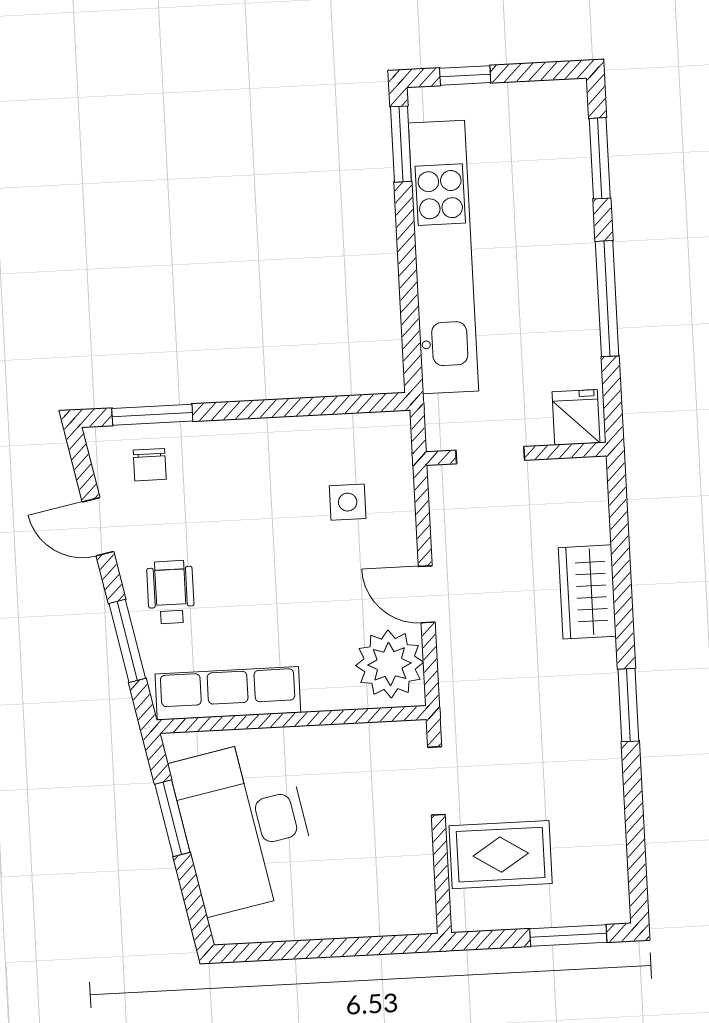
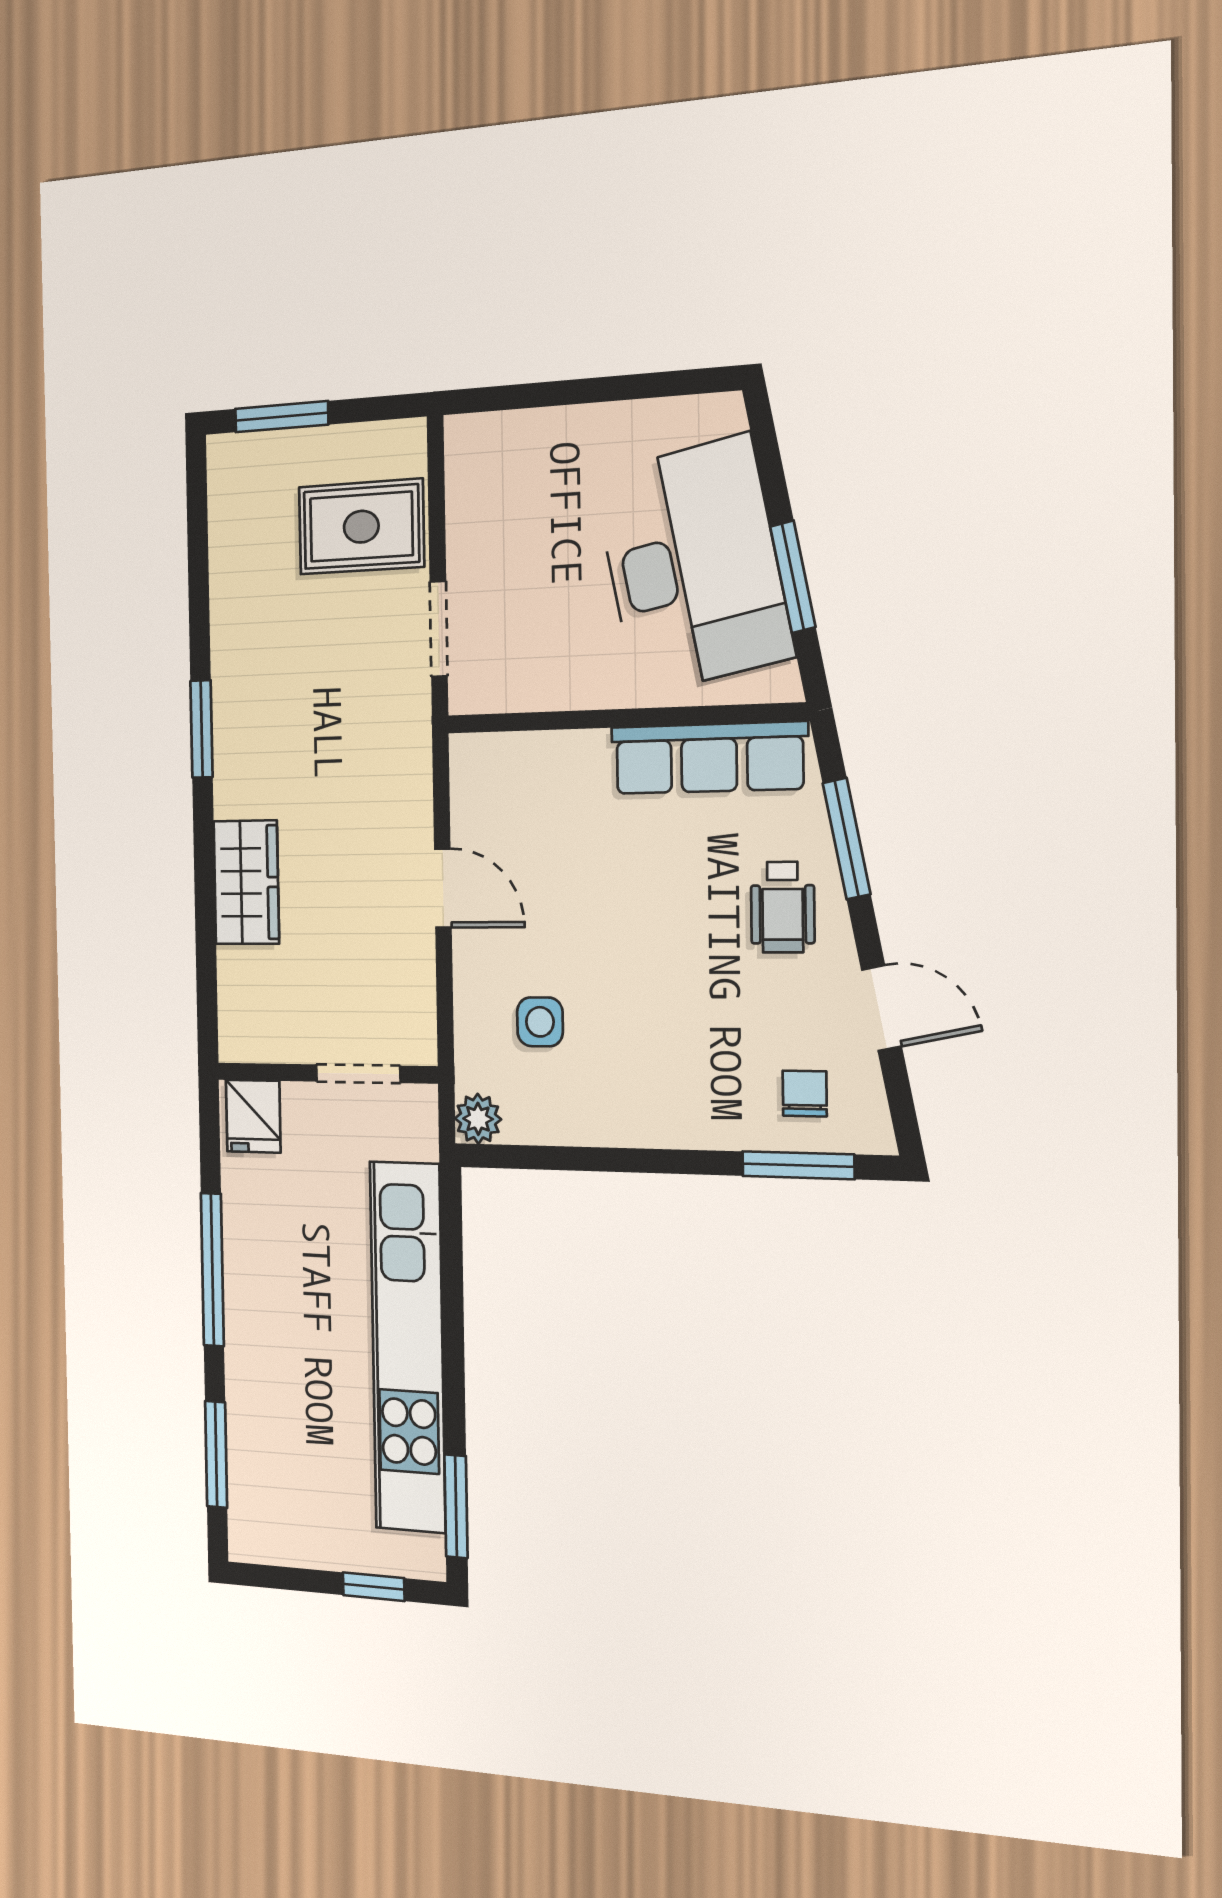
plant: (390, 664) -> (478, 1119), moved, width x0.53, depth x0.53

